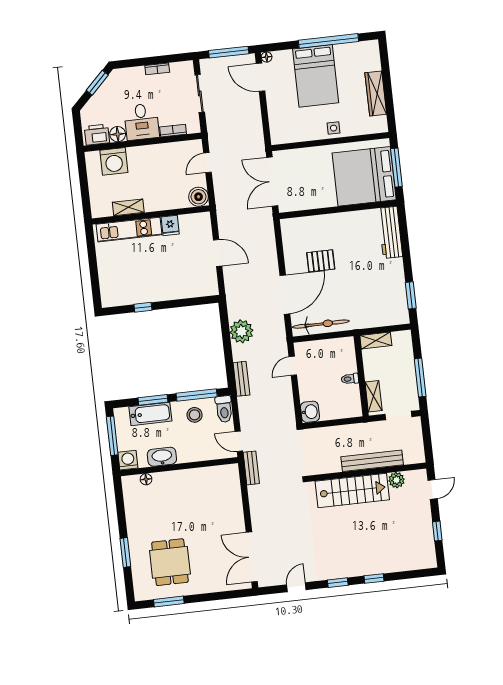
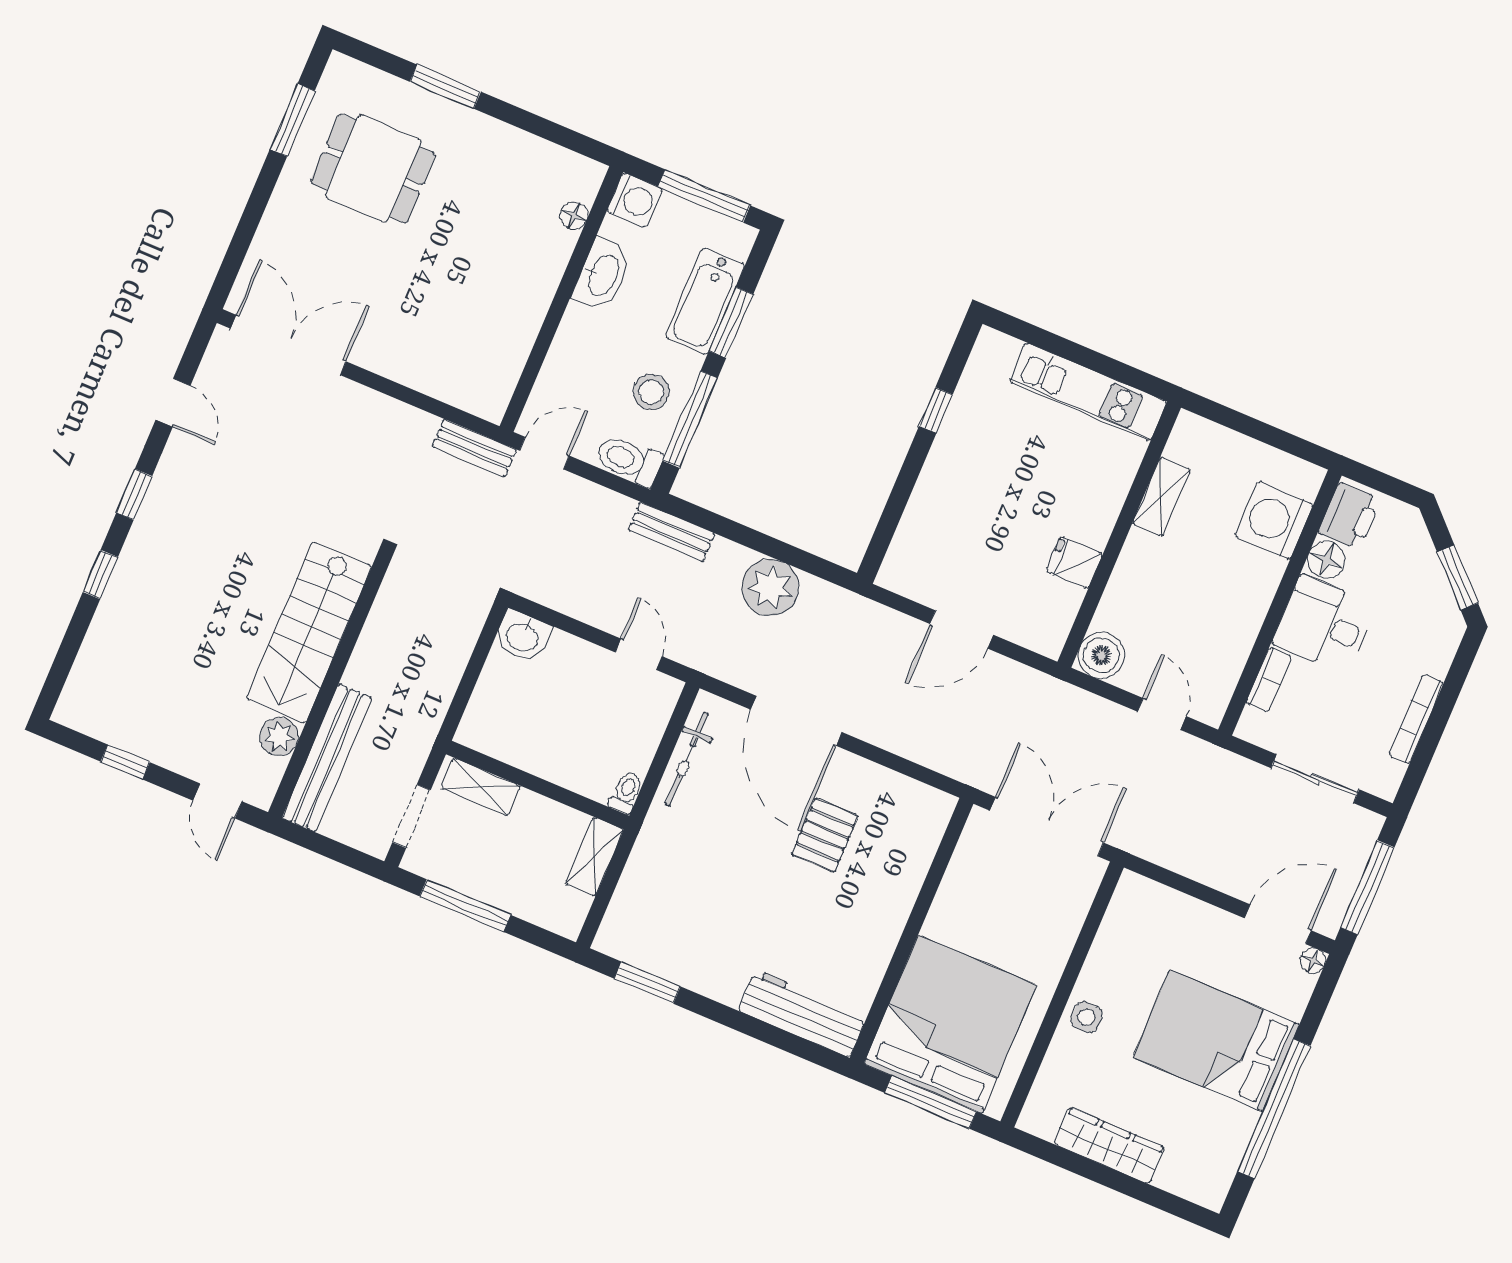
bookcase: (157, 69) -> (1416, 719), width x1.56
kitchen unit: (129, 230) -> (1088, 392), moved, turned -90
bicycle: (321, 324) -> (687, 759), width x0.73, depth x0.71
toilet: (350, 379) -> (626, 792), moved
bench: (372, 461) -> (327, 758), moved

